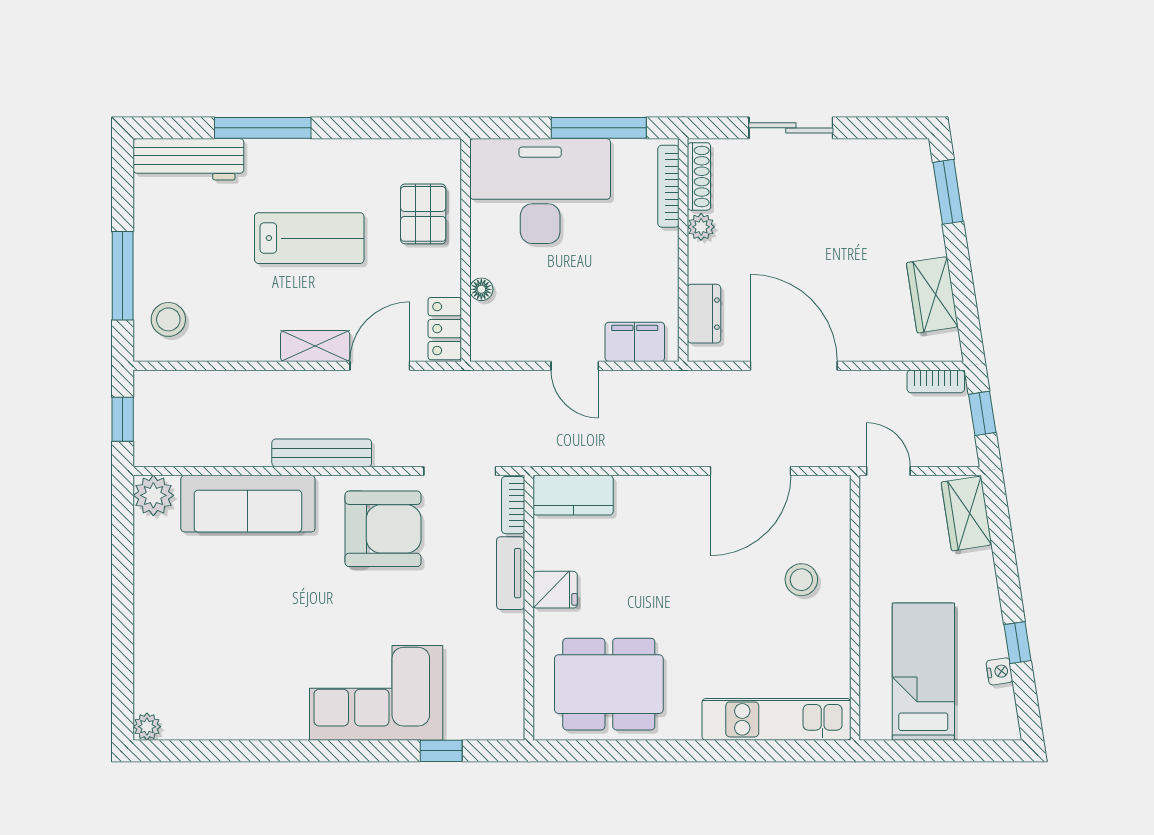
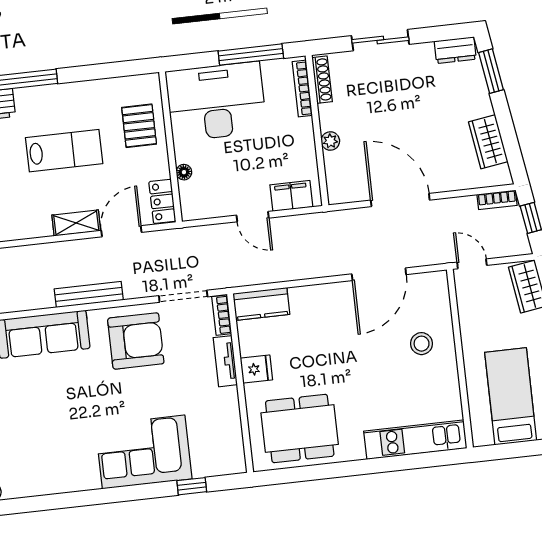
plant: (701, 227) -> (330, 141), moved
dresser: (704, 314) -> (455, 50), moved, turned 90

